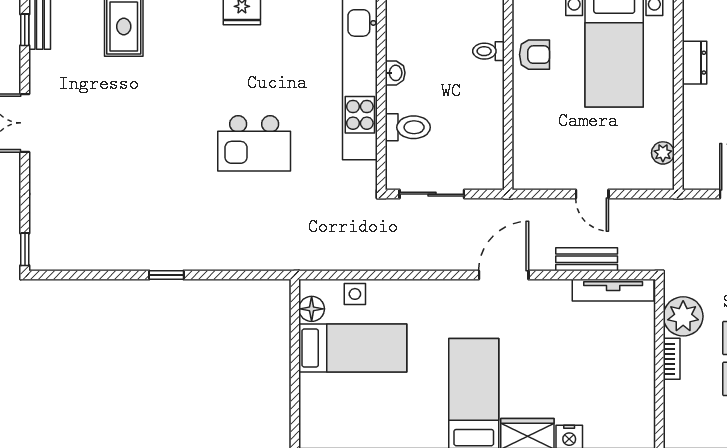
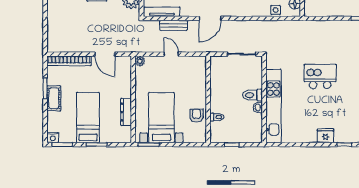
armchair: (534, 55) -> (197, 116), turned 90
dresser: (694, 63) -> (126, 112), width x1.44
toilet: (408, 127) -> (252, 95), moved
plant: (663, 153) -> (140, 61), moved

